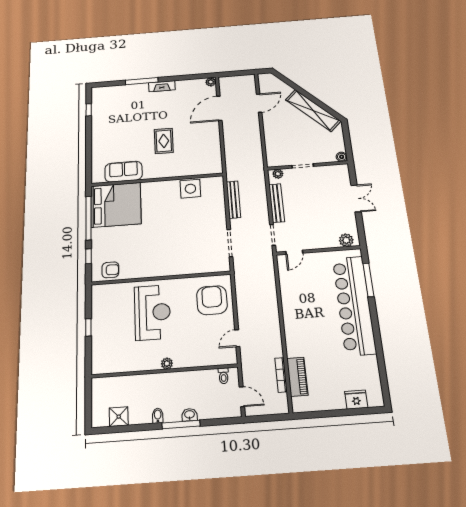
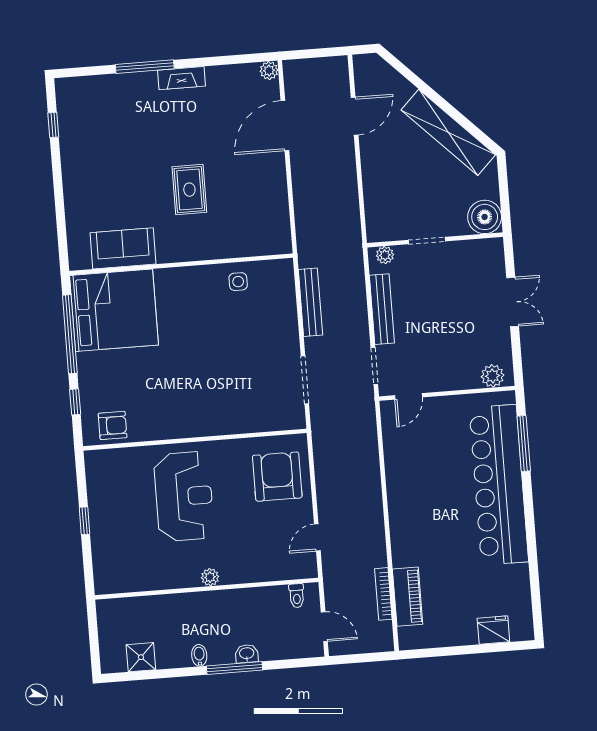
boiler: (342, 157) -> (485, 217), width x1.86, depth x1.86
side table: (190, 189) -> (238, 282), width x0.54, depth x0.54

